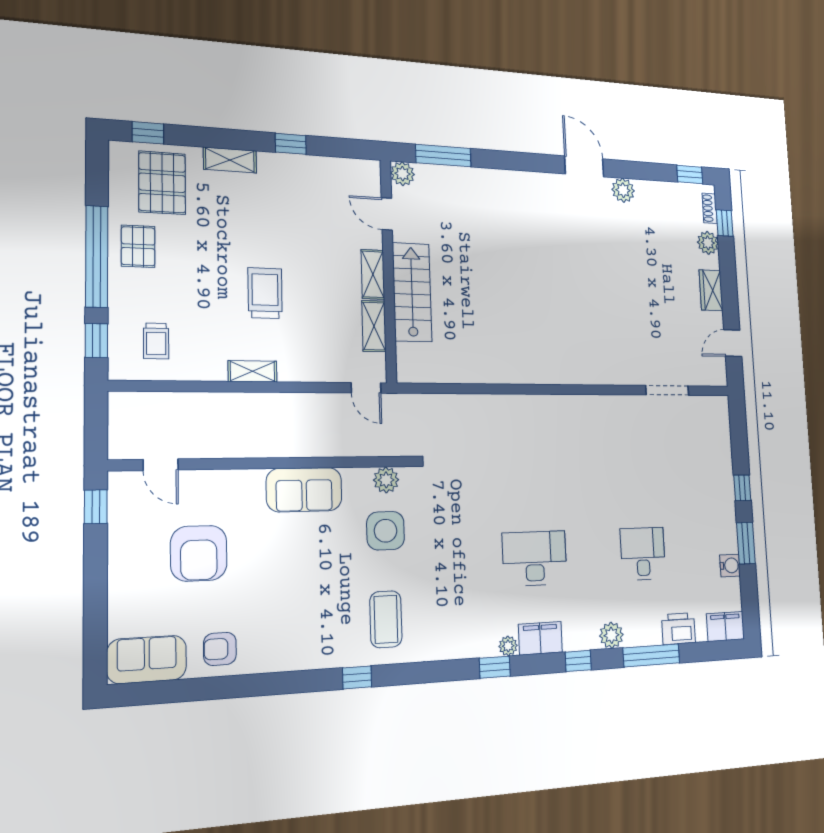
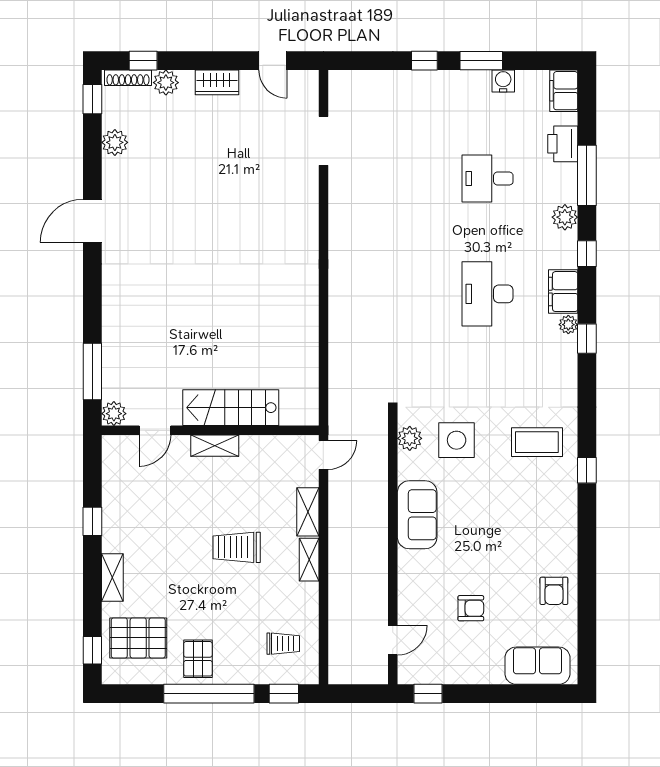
plant: (623, 190) -> (115, 142), moved
shoe rack: (710, 208) -> (128, 78), width x1.43
pallet: (138, 246) -> (198, 659), turned 90
shelving: (374, 326) -> (308, 512), moved, turned 90
armchair: (199, 553) -> (471, 608), width x0.53, depth x0.53
sofa: (147, 660) -> (537, 666), moved, turned 90

